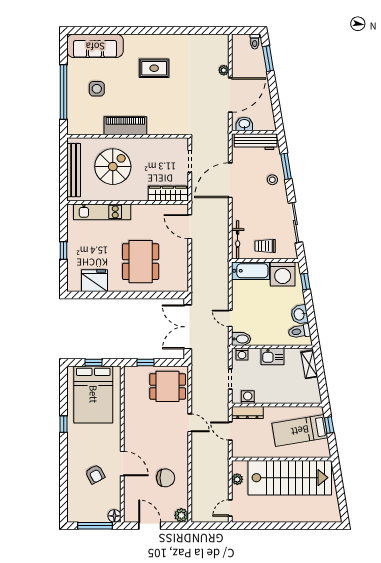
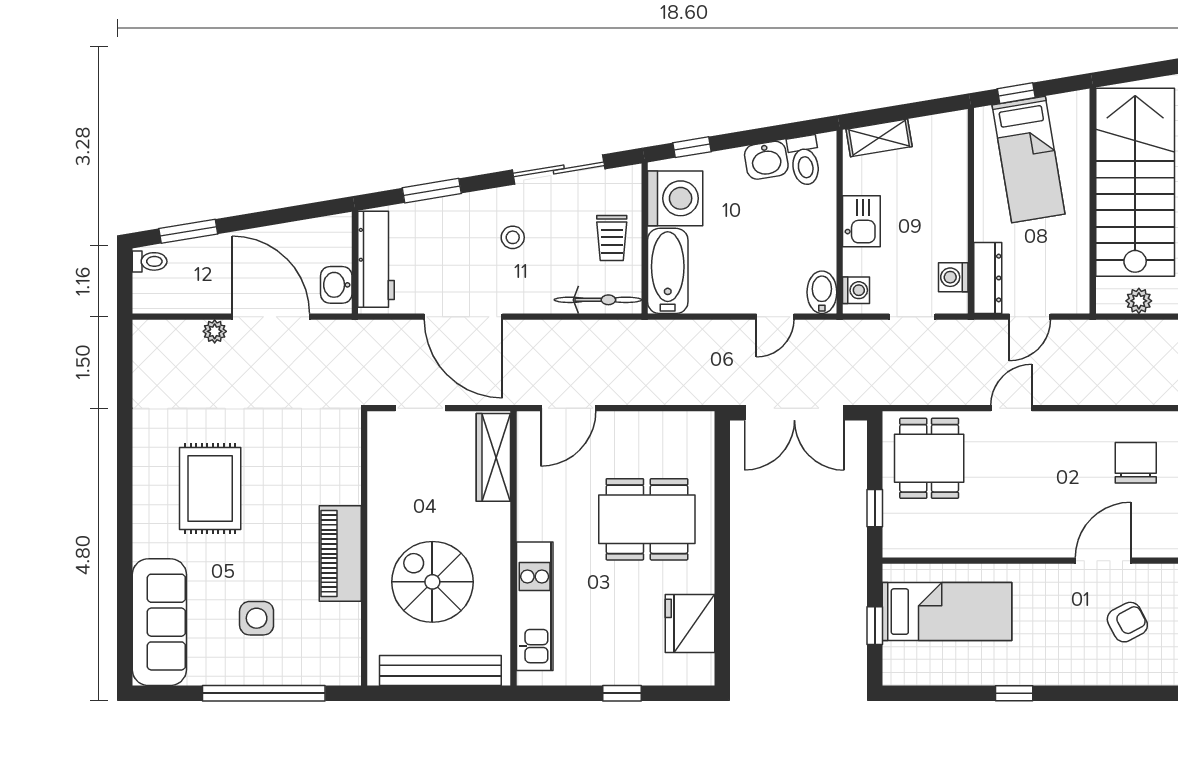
rug: (154, 68) -> (210, 489), width x1.36, depth x1.43
stool: (272, 180) -> (513, 237), moved
bed: (93, 394) -> (947, 612), width x0.67

